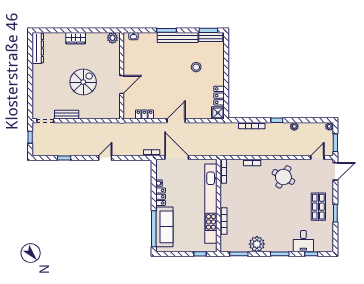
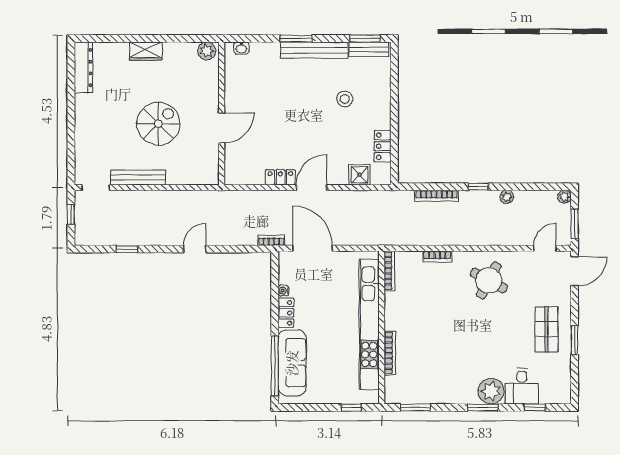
shower: (218, 113) -> (360, 175), moved
locker: (144, 114) -> (280, 177), moved
bench: (67, 115) -> (138, 177), width x1.36
plant: (257, 244) -> (491, 391), moved

